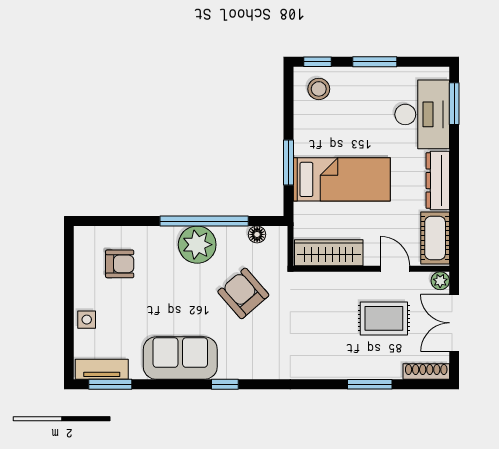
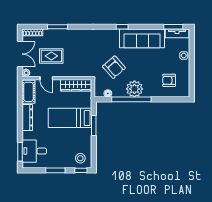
desk: (422, 114) -> (34, 151), width x0.73
sofa: (180, 358) -> (142, 38), width x1.36

